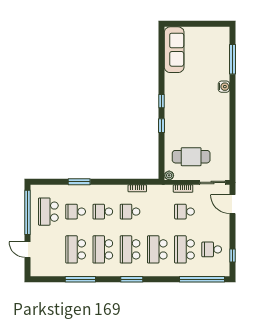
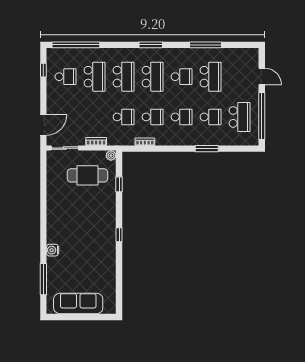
sofa: (174, 50) -> (78, 304), moved, turned 90
window: (162, 126) -> (119, 184), moved
door: (232, 204) -> (43, 125), hinge flipped
school desk: (184, 212) -> (124, 117), moved
school desk: (103, 249) -> (182, 77), width x0.54

